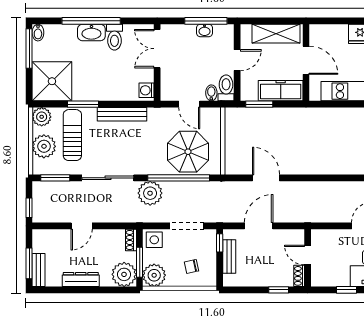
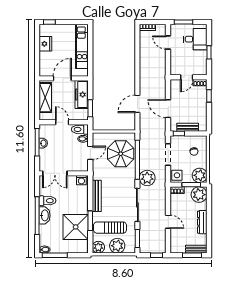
shower: (52, 81) -> (76, 227), moved

